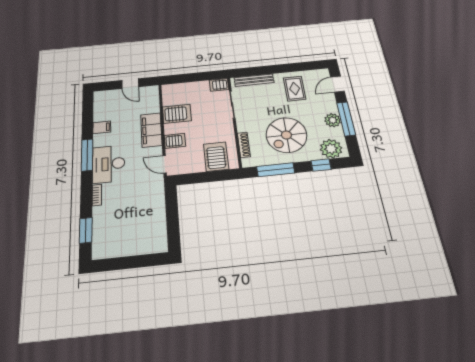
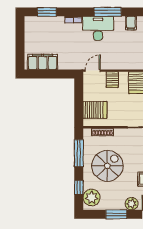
window: (346, 119) -> (116, 214), width x0.69
plant: (333, 120) -> (132, 204), moved
filing cabinet: (151, 130) -> (43, 62), moved
spiral stairs: (286, 135) -> (107, 166), turned 90

